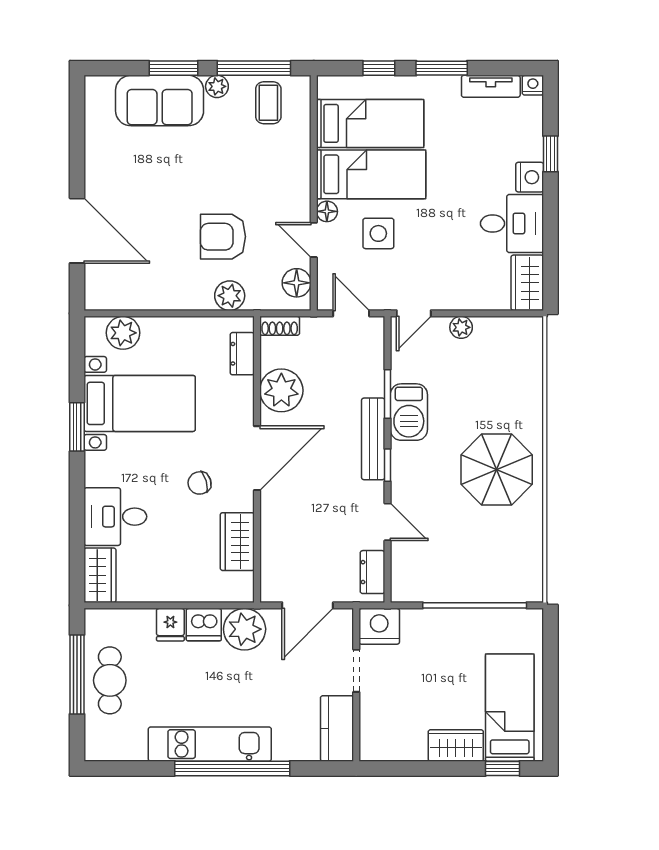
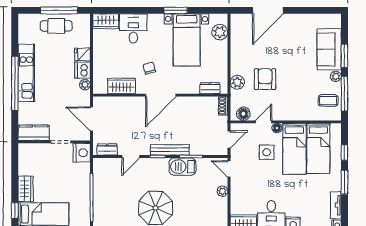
plant: (281, 390) -> (193, 107), removed
door: (257, 458) -> (161, 95), hinge flipped
plant: (245, 629) -> (85, 85), width x0.53, depth x0.53

